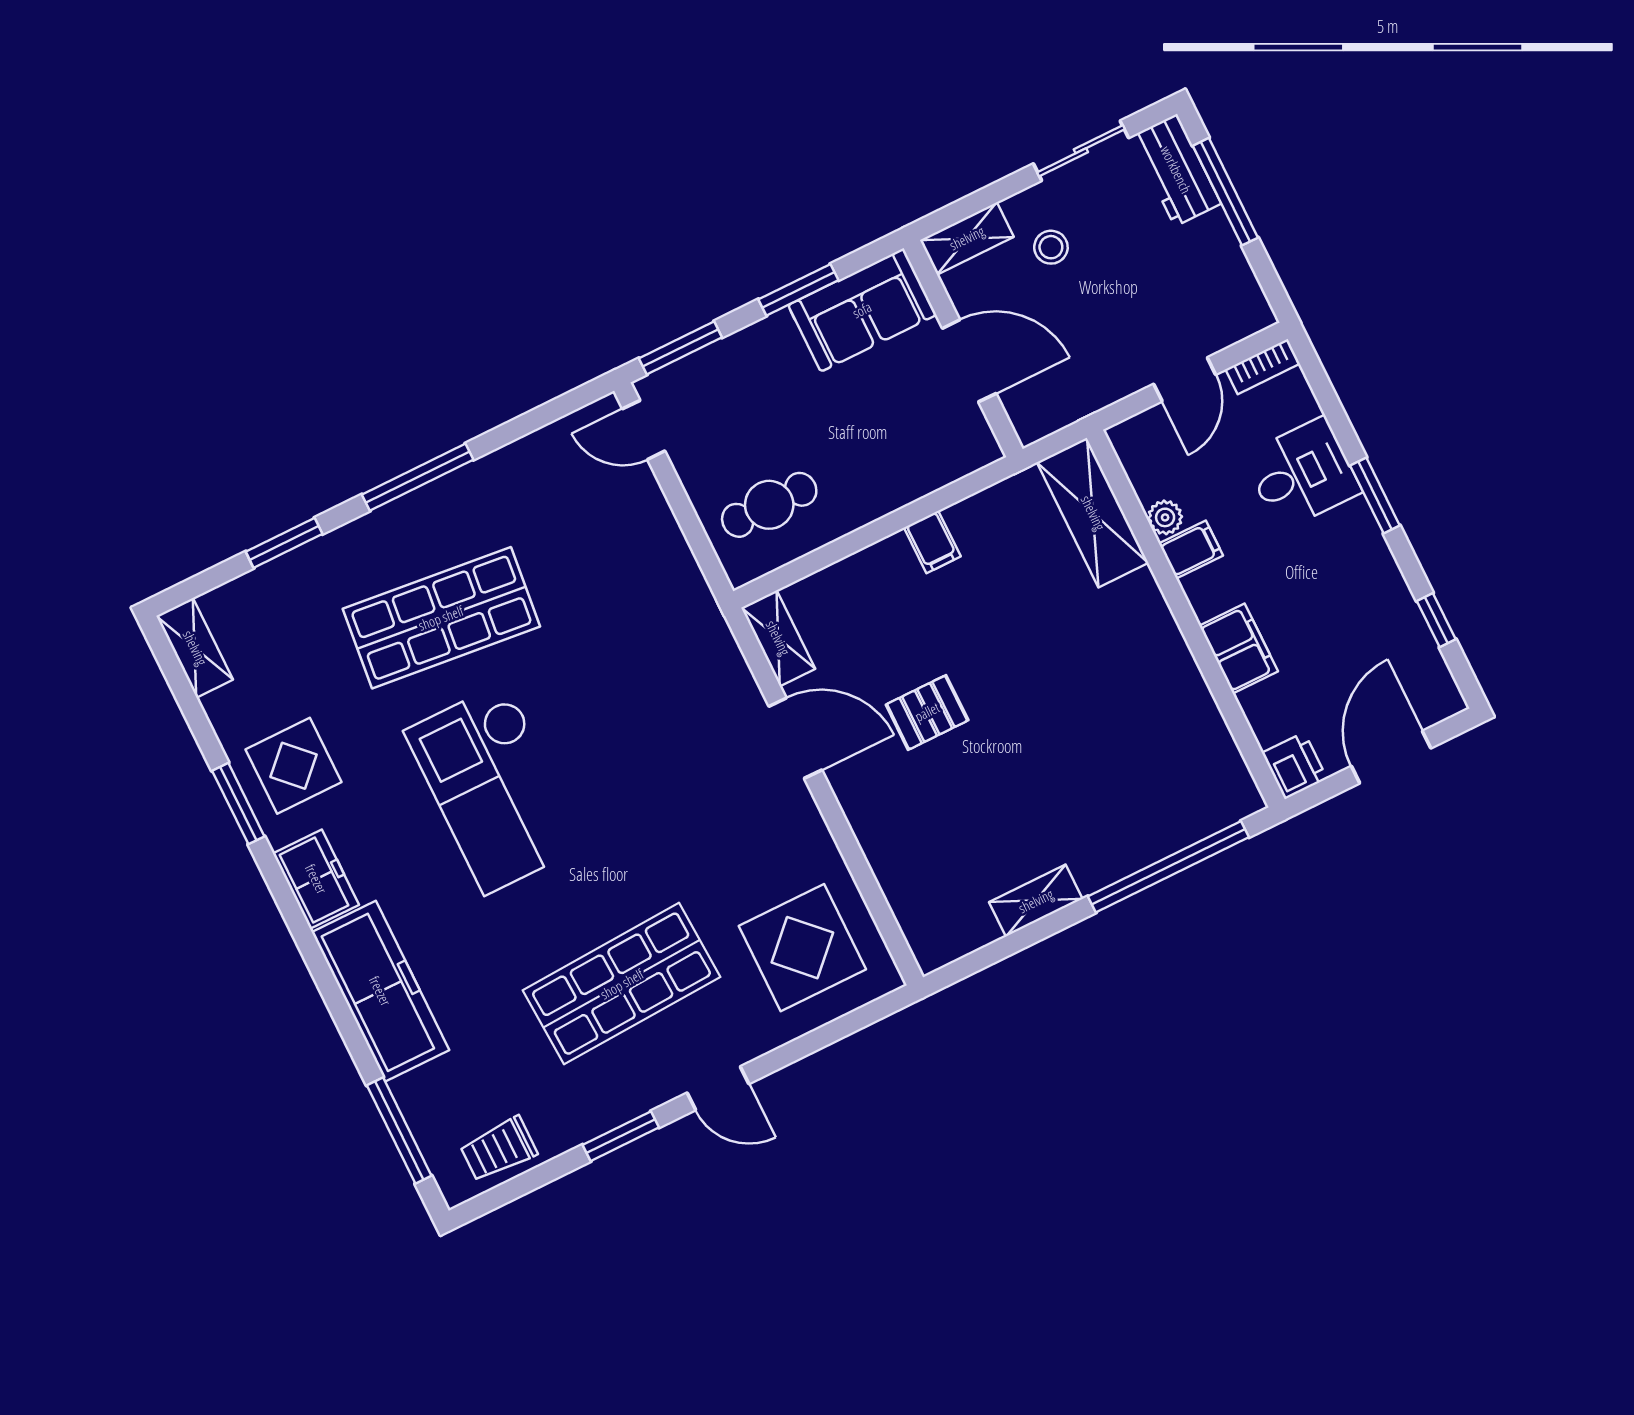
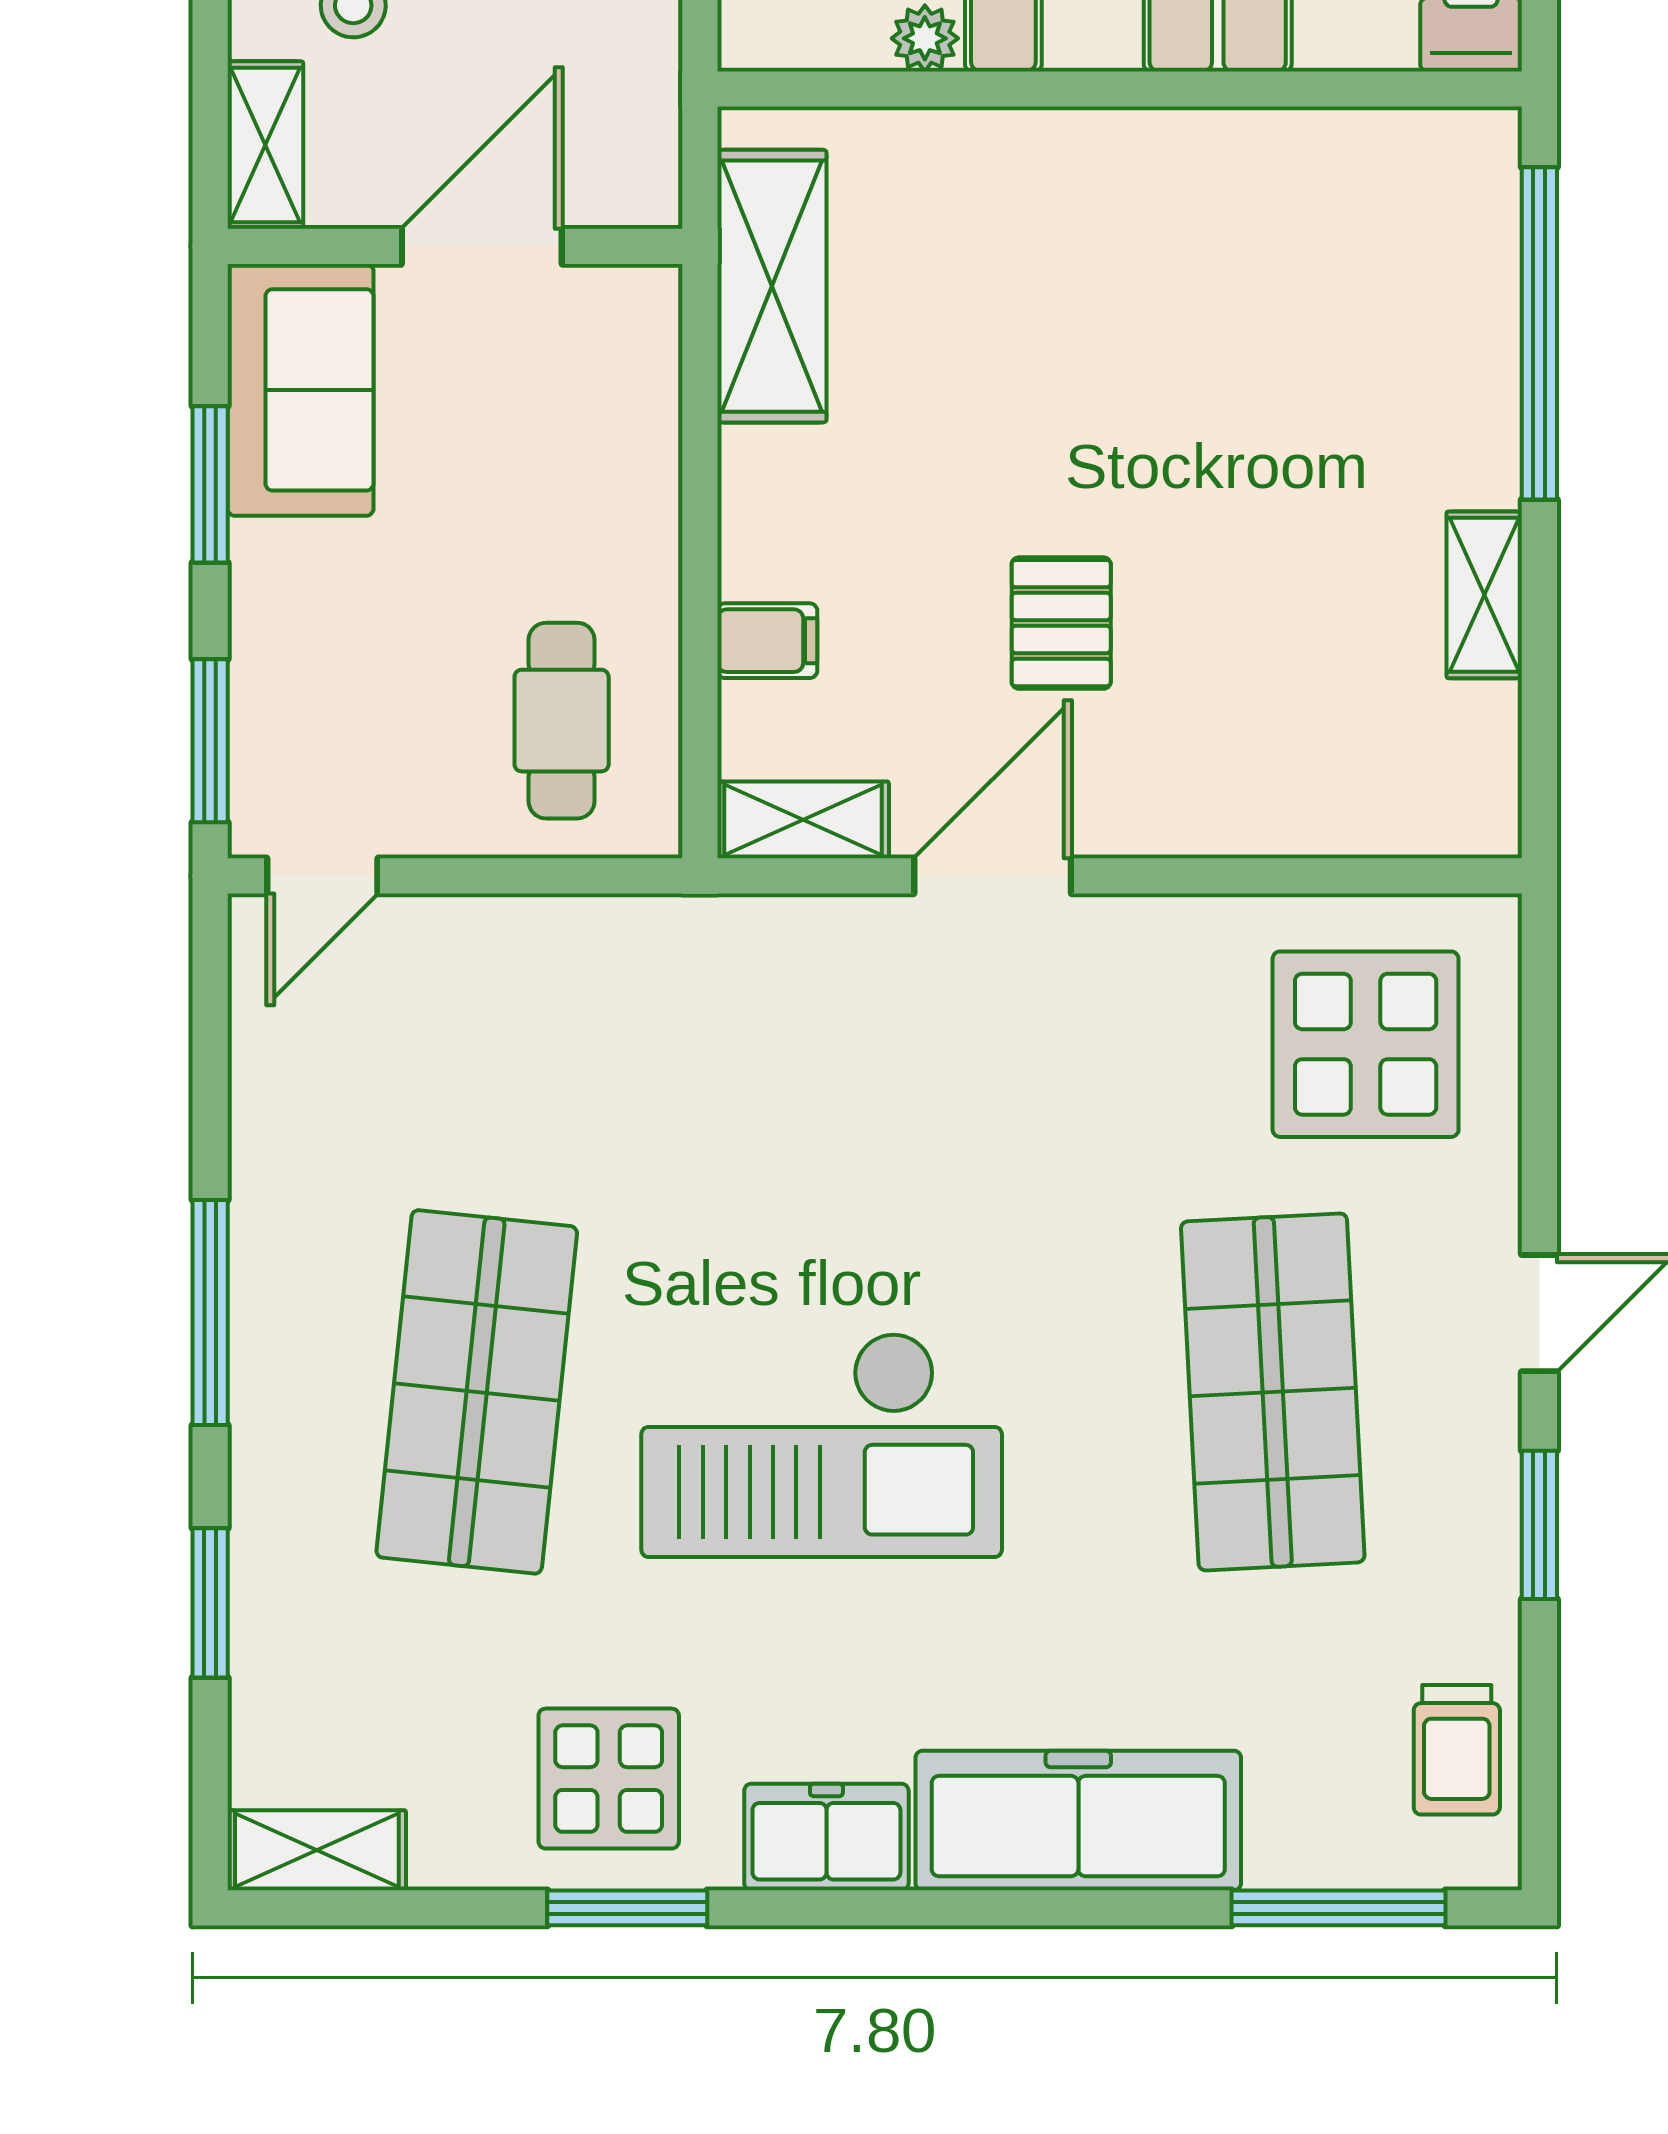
shelving: (1093, 513) -> (772, 286), moved, turned 90
filing cabinet: (932, 542) -> (767, 641), moved

